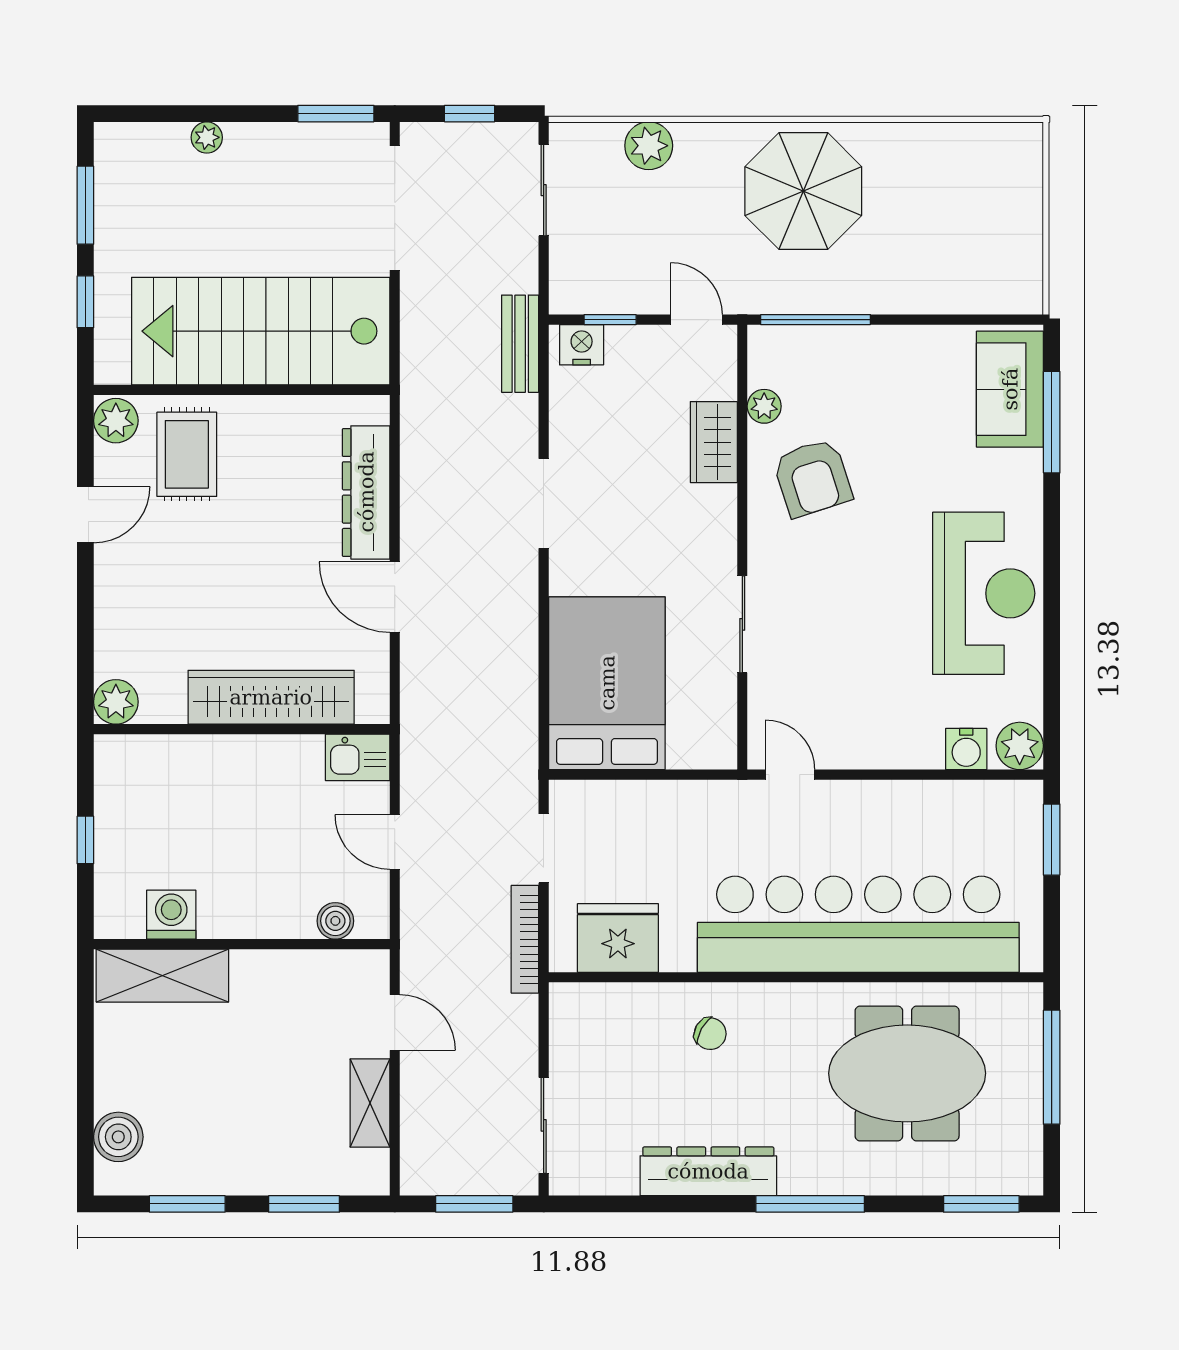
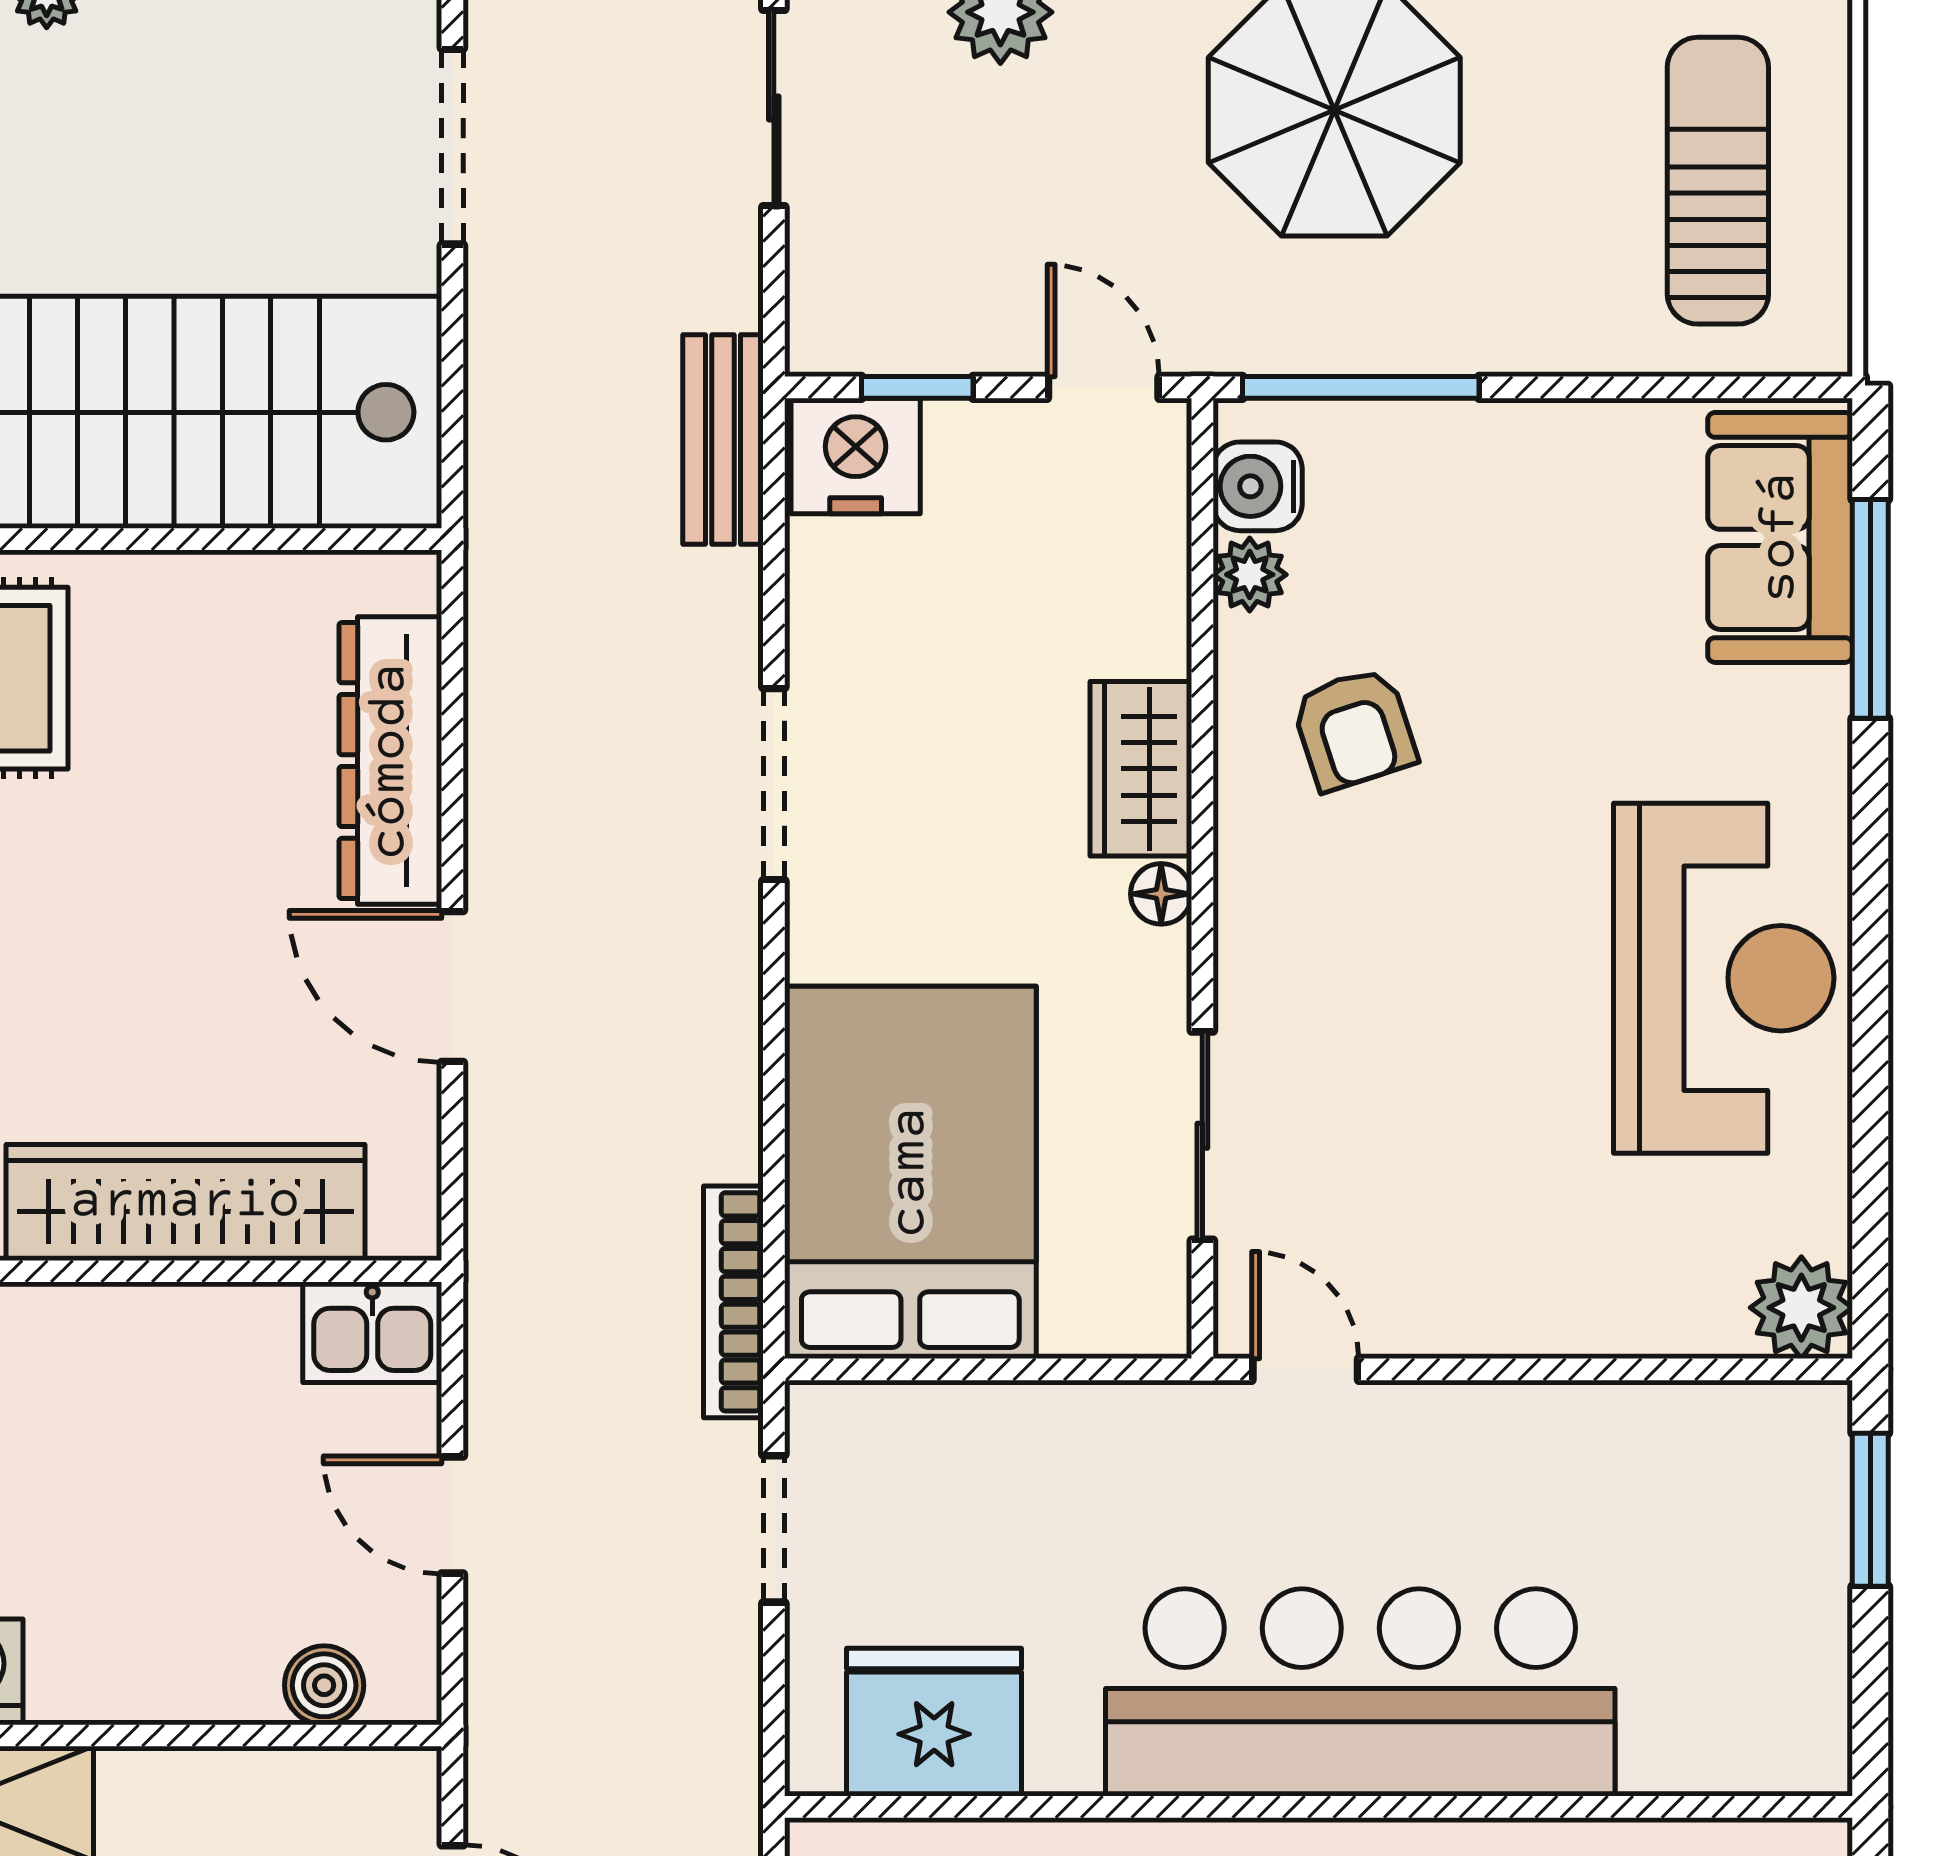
doorway: (395, 208) -> (452, 147), width x0.73
sun lounger: (981, 224) -> (1718, 181), added
nightstand: (582, 345) -> (856, 456), width x1.36, depth x1.33
wardrobe: (714, 442) -> (1141, 769), moved
armchair: (813, 478) -> (1354, 729), width x0.72, depth x0.72
floor lamp: (723, 554) -> (1161, 894), added
sliding door: (742, 624) -> (1202, 1136), moved
water cooler: (966, 749) -> (1258, 486), moved, turned 90
bar counter: (858, 924) -> (1360, 1692), width x0.73
bookcase: (525, 939) -> (733, 1302), moved

